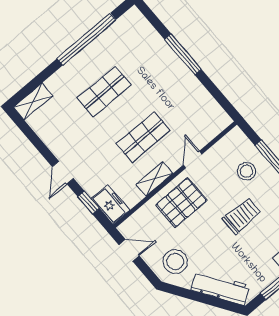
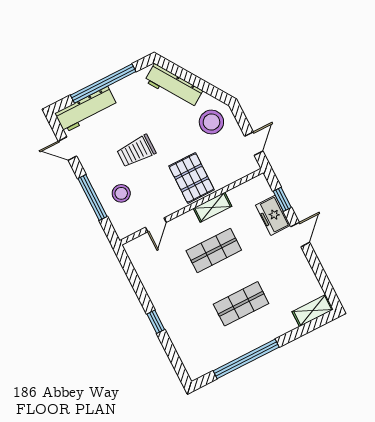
window: (183, 54) -> (156, 322), width x0.46
door: (193, 159) -> (156, 225), moved
pallet: (182, 202) -> (192, 178), turned 90
freezer: (110, 204) -> (273, 215), moved
door: (129, 250) -> (254, 144), swing flipped

